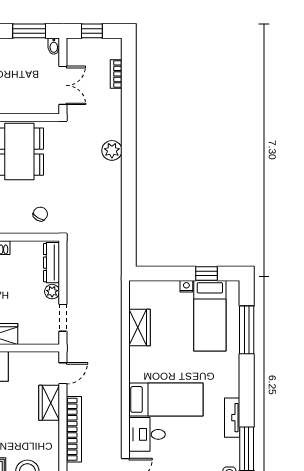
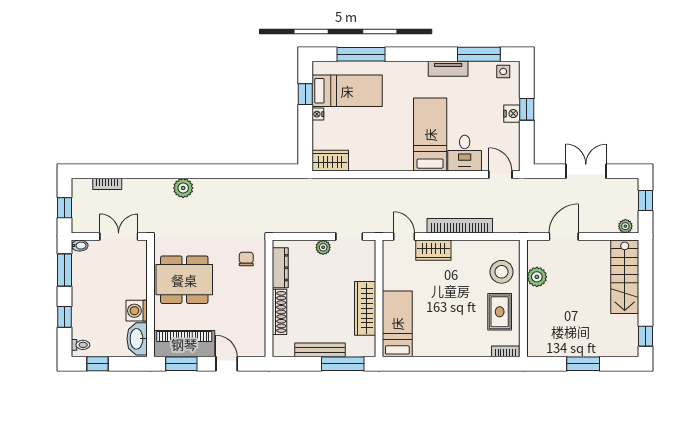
chair: (40, 214) -> (246, 259), turned 60
dresser: (52, 263) -> (280, 268), moved, turned -90
wardrobe: (139, 327) -> (330, 161), moved

